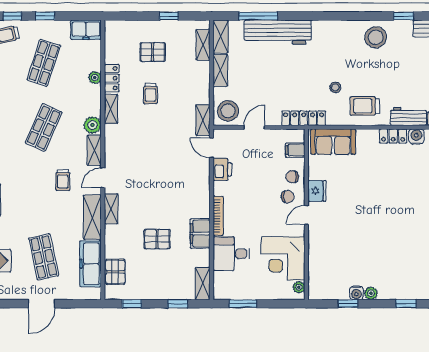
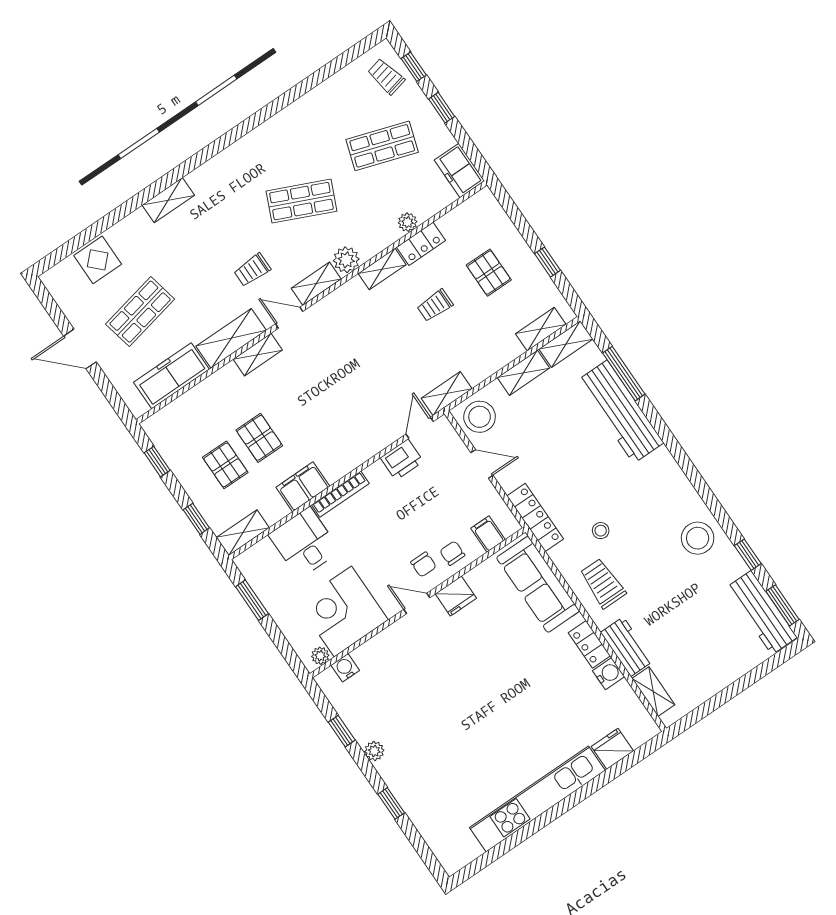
sofa: (333, 142) -> (538, 584), width x1.36
pallet: (115, 272) -> (225, 465), moved, turned 90
water cooler: (356, 293) -> (345, 668), moved, turned 90

